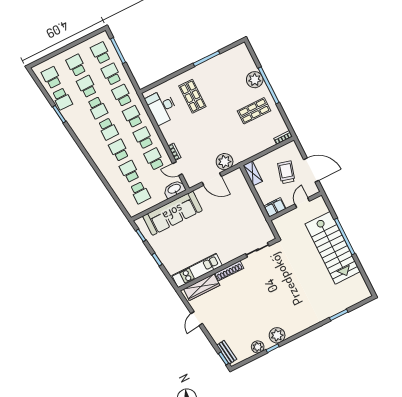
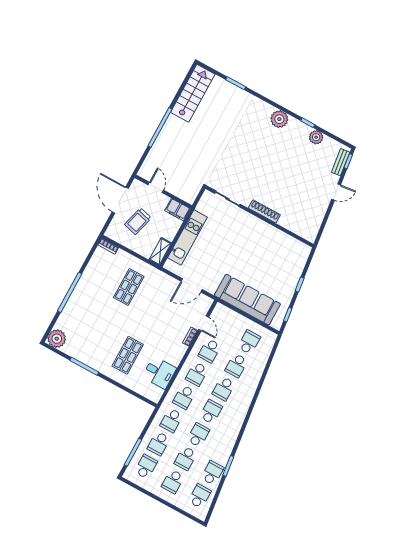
school desk: (101, 53) -> (146, 467), turned 180
school desk: (52, 78) -> (200, 496), turned 180
plant: (255, 80) -> (57, 339), moved
desk: (162, 107) -> (159, 372), width x0.73
shop shelf: (254, 111) -> (129, 287), moved, turned 90
plant: (225, 162) -> (167, 285), removed
door: (212, 179) -> (192, 285), swing flipped
washbasin: (174, 189) -> (224, 313), removed
door: (302, 203) -> (156, 187), swing flipped
stairs: (333, 248) -> (193, 93), moved, width x0.73, depth x0.66
kitchen unit: (197, 270) -> (187, 237), moved, turned -90
wardrobe: (202, 287) -> (297, 226), removed
door: (197, 319) -> (336, 192), moved
plant: (277, 335) -> (279, 119), moved

